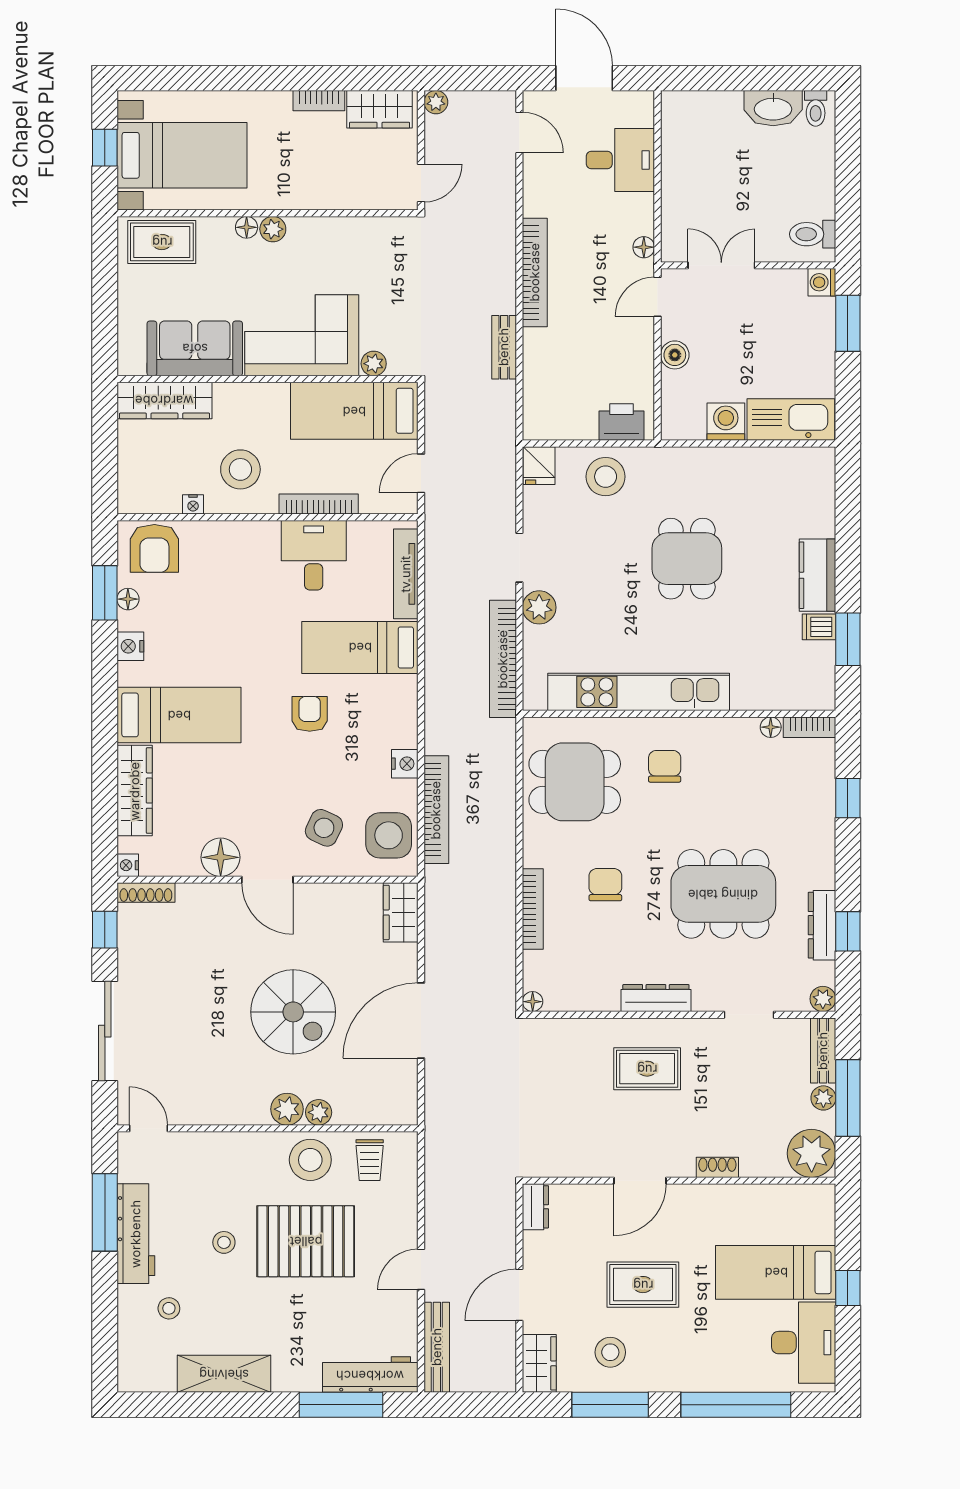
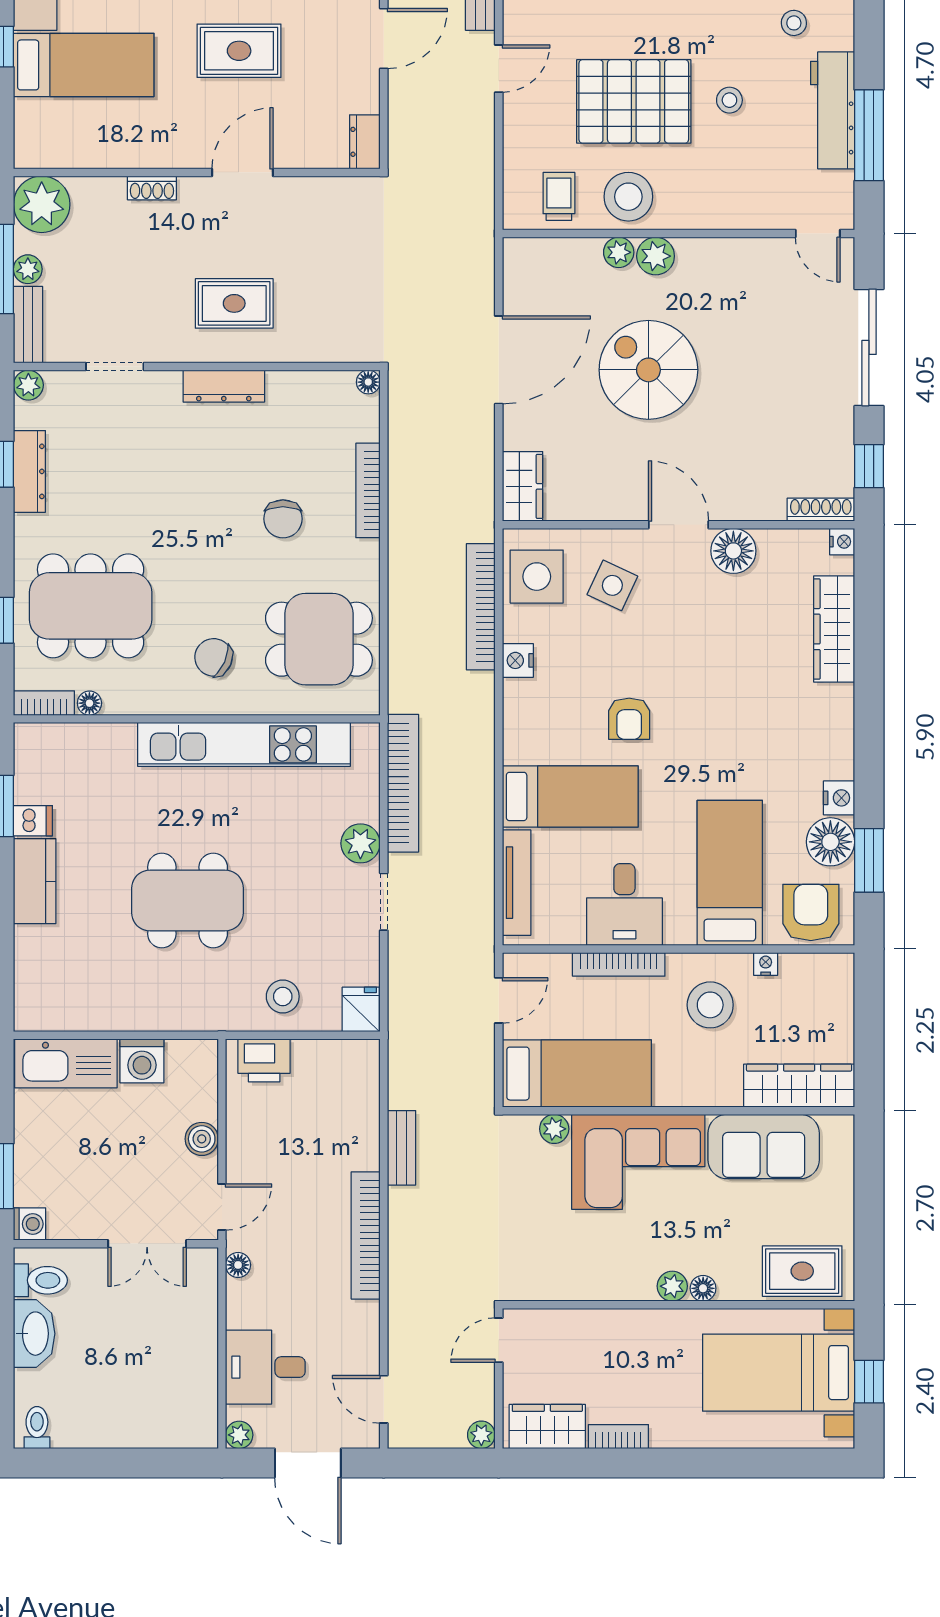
plant: (643, 102) -> (239, 1435), added
washbasin: (773, 108) -> (34, 1334), moved, turned 90
stool: (606, 477) -> (283, 996), width x0.73, depth x0.73
dining table: (687, 559) -> (188, 900), width x1.38
floor lamp: (128, 599) -> (830, 842), width x1.89, depth x1.89
bed: (179, 715) -> (730, 873), moved, turned 90
chair: (665, 766) -> (214, 657), turned 114
dining table: (723, 894) -> (91, 606), moved

